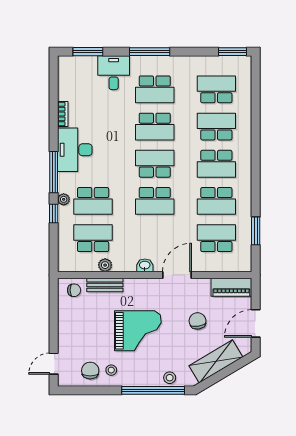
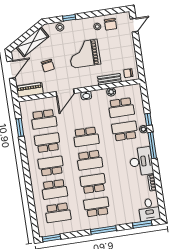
desk: (114, 73) -> (149, 210), moved
school desk: (155, 201) -> (86, 137), turned 180
window: (153, 390) -> (69, 18), width x0.32

